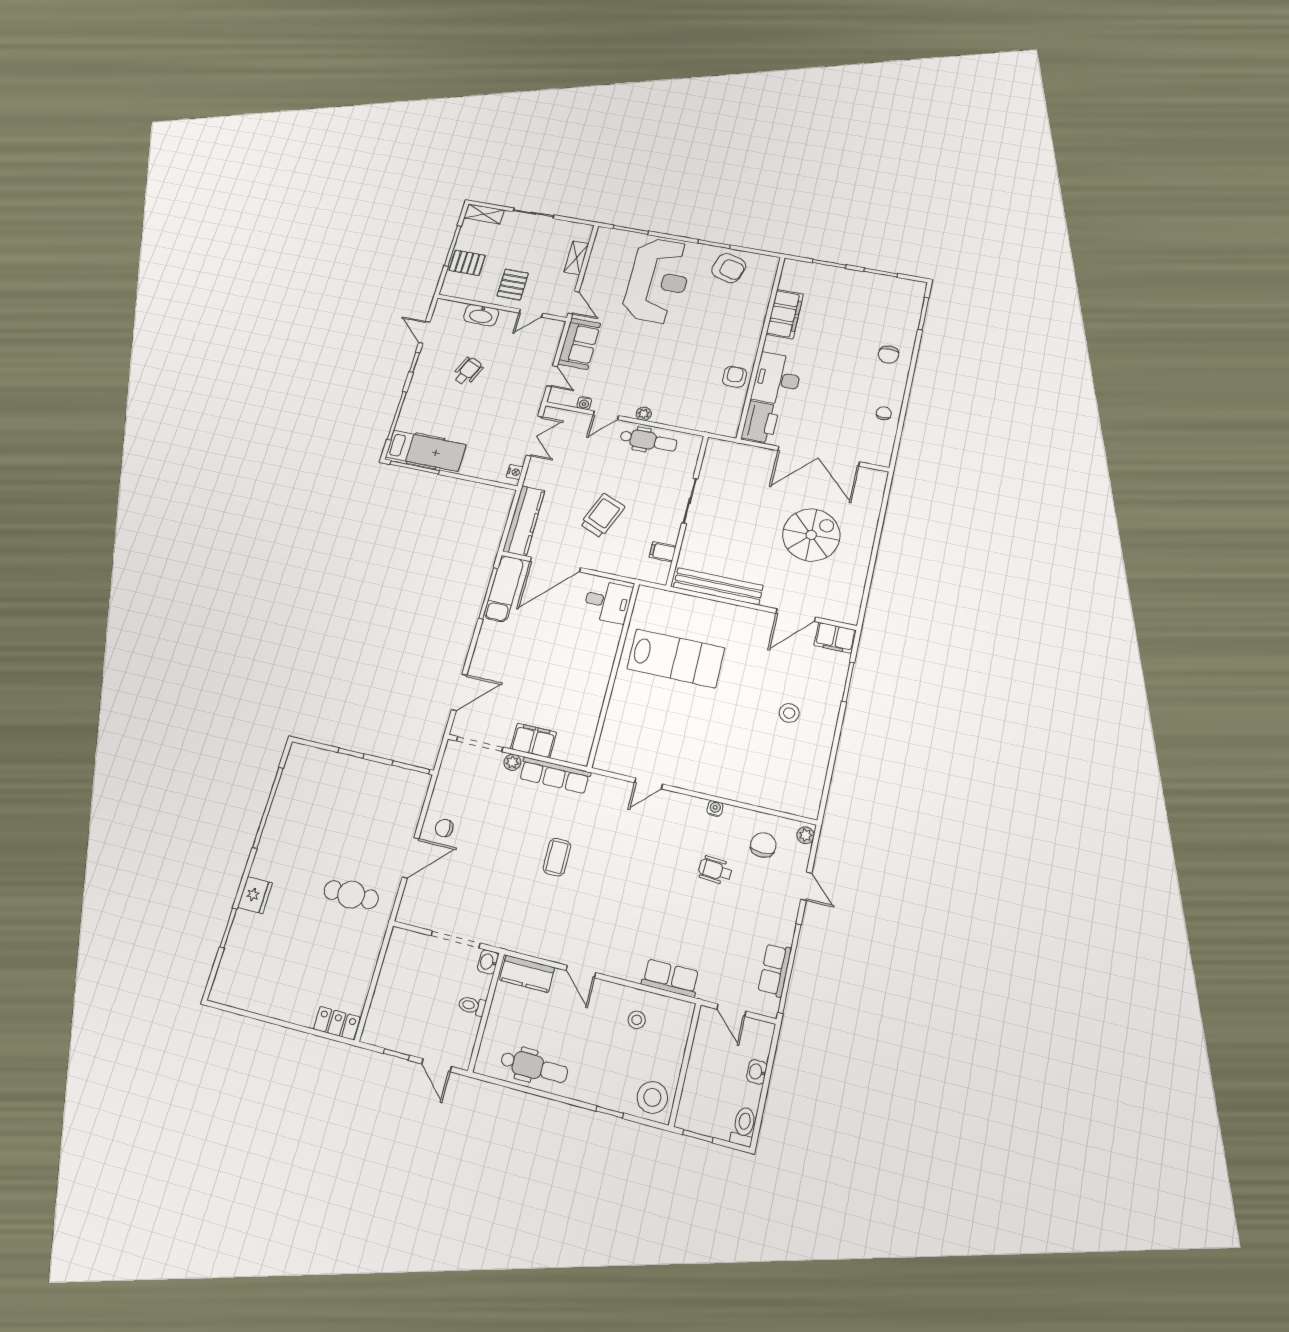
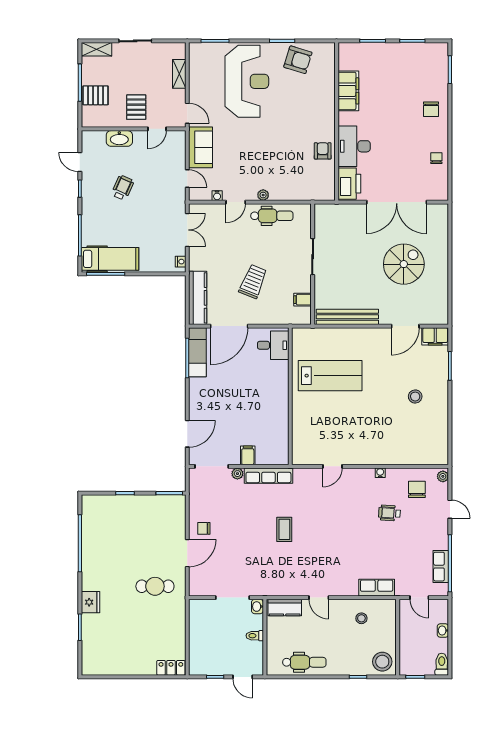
filing cabinet: (534, 740) -> (248, 455), width x0.50

